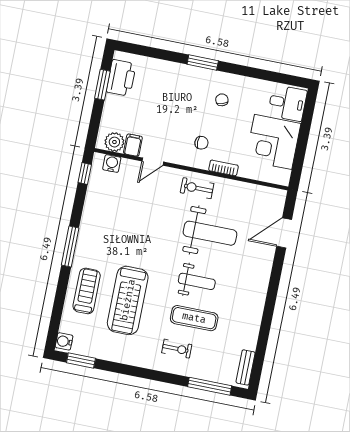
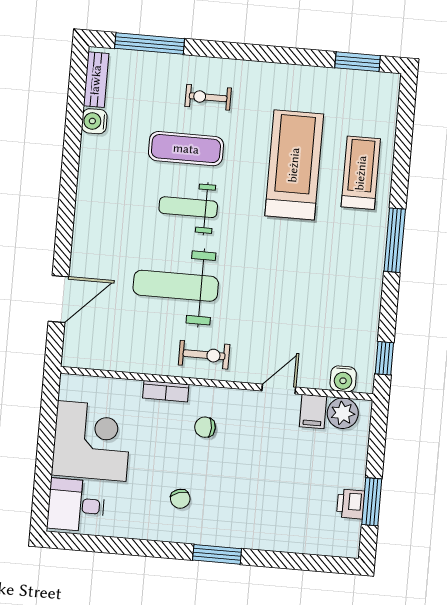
printer: (121, 78) -> (351, 504), width x0.53, depth x0.68
treadmill: (87, 291) -> (361, 173), turned 180
water cooler: (64, 341) -> (94, 121), moved, turned 180

